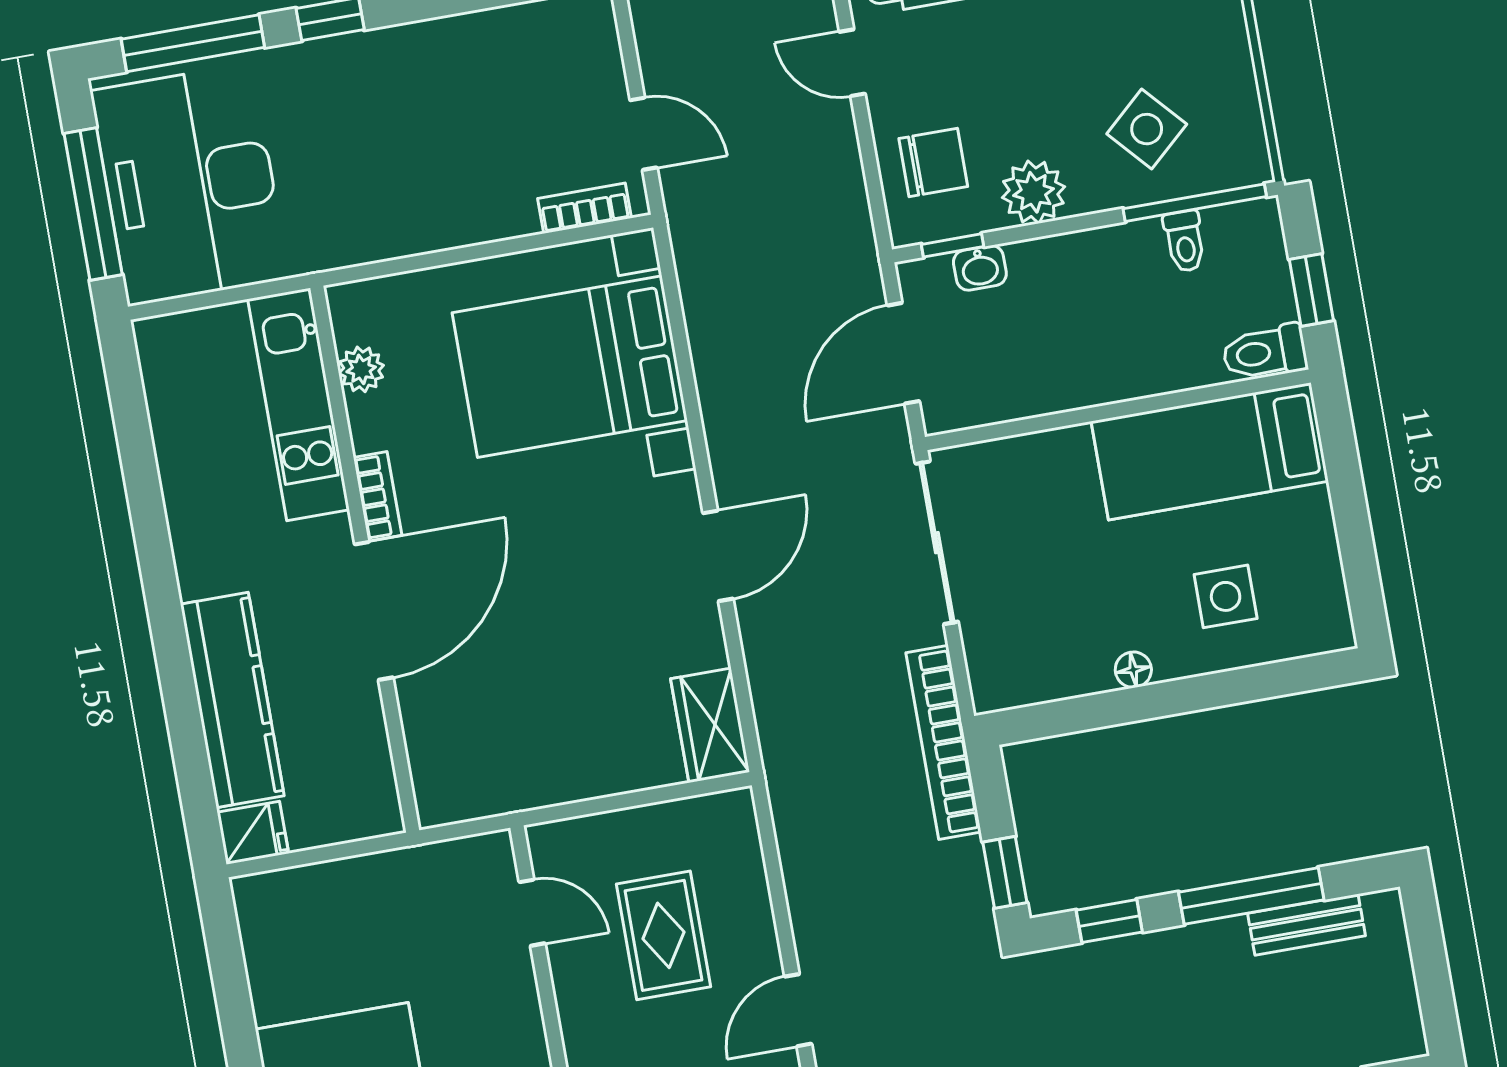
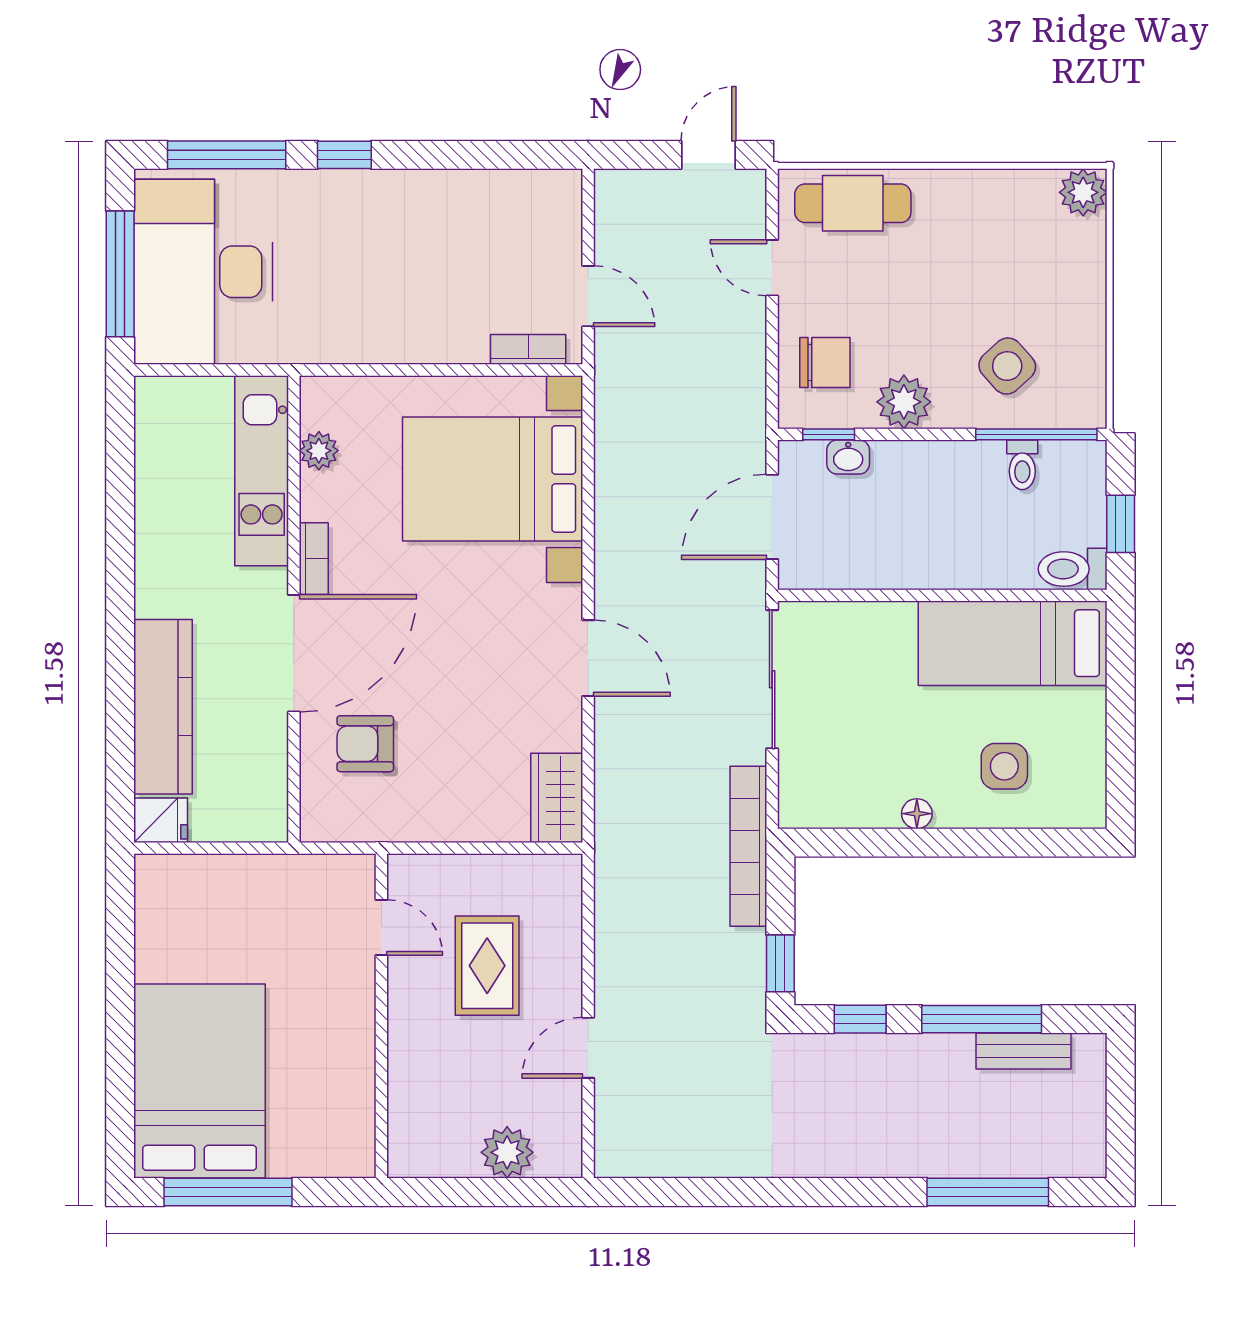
door: (718, 556) -> (588, 658), hinge flipped
armchair: (476, 702) -> (365, 744), added

